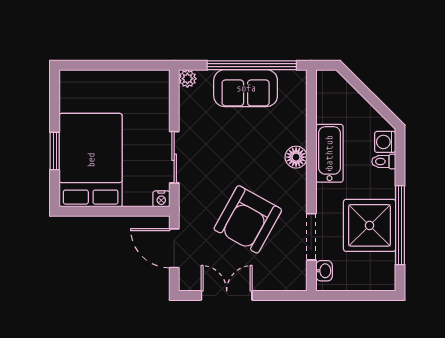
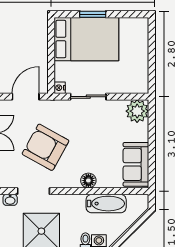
window: (252, 65) -> (152, 150), removed
plant: (187, 79) -> (137, 111), width x1.88, depth x1.88
sofa: (246, 88) -> (136, 164), moved
bathtub: (329, 153) -> (106, 204), moved

